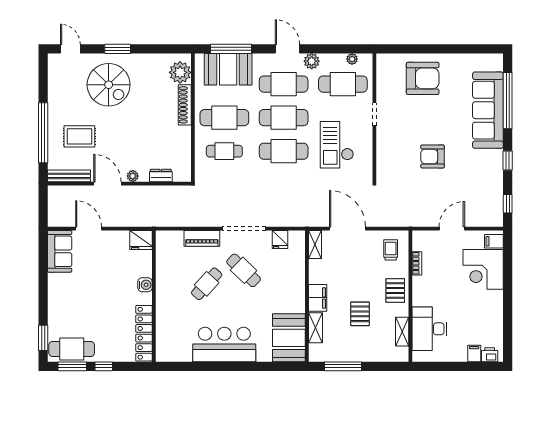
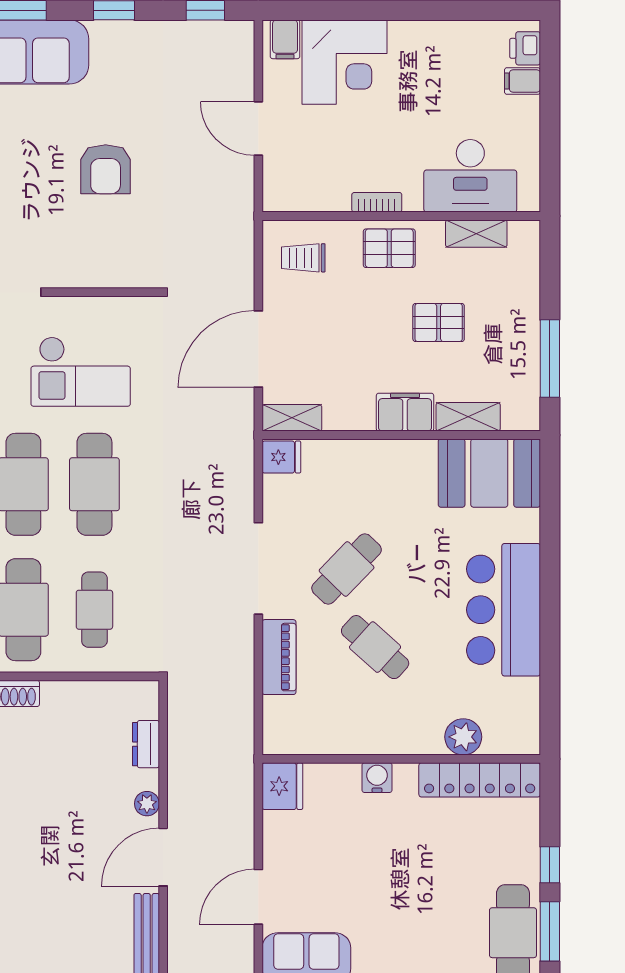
rug: (79, 136) -> (63, 916), removed
fridge: (280, 240) -> (281, 457), moved
bookcase: (417, 263) -> (377, 202), moved
plant: (164, 326) -> (463, 737), added

